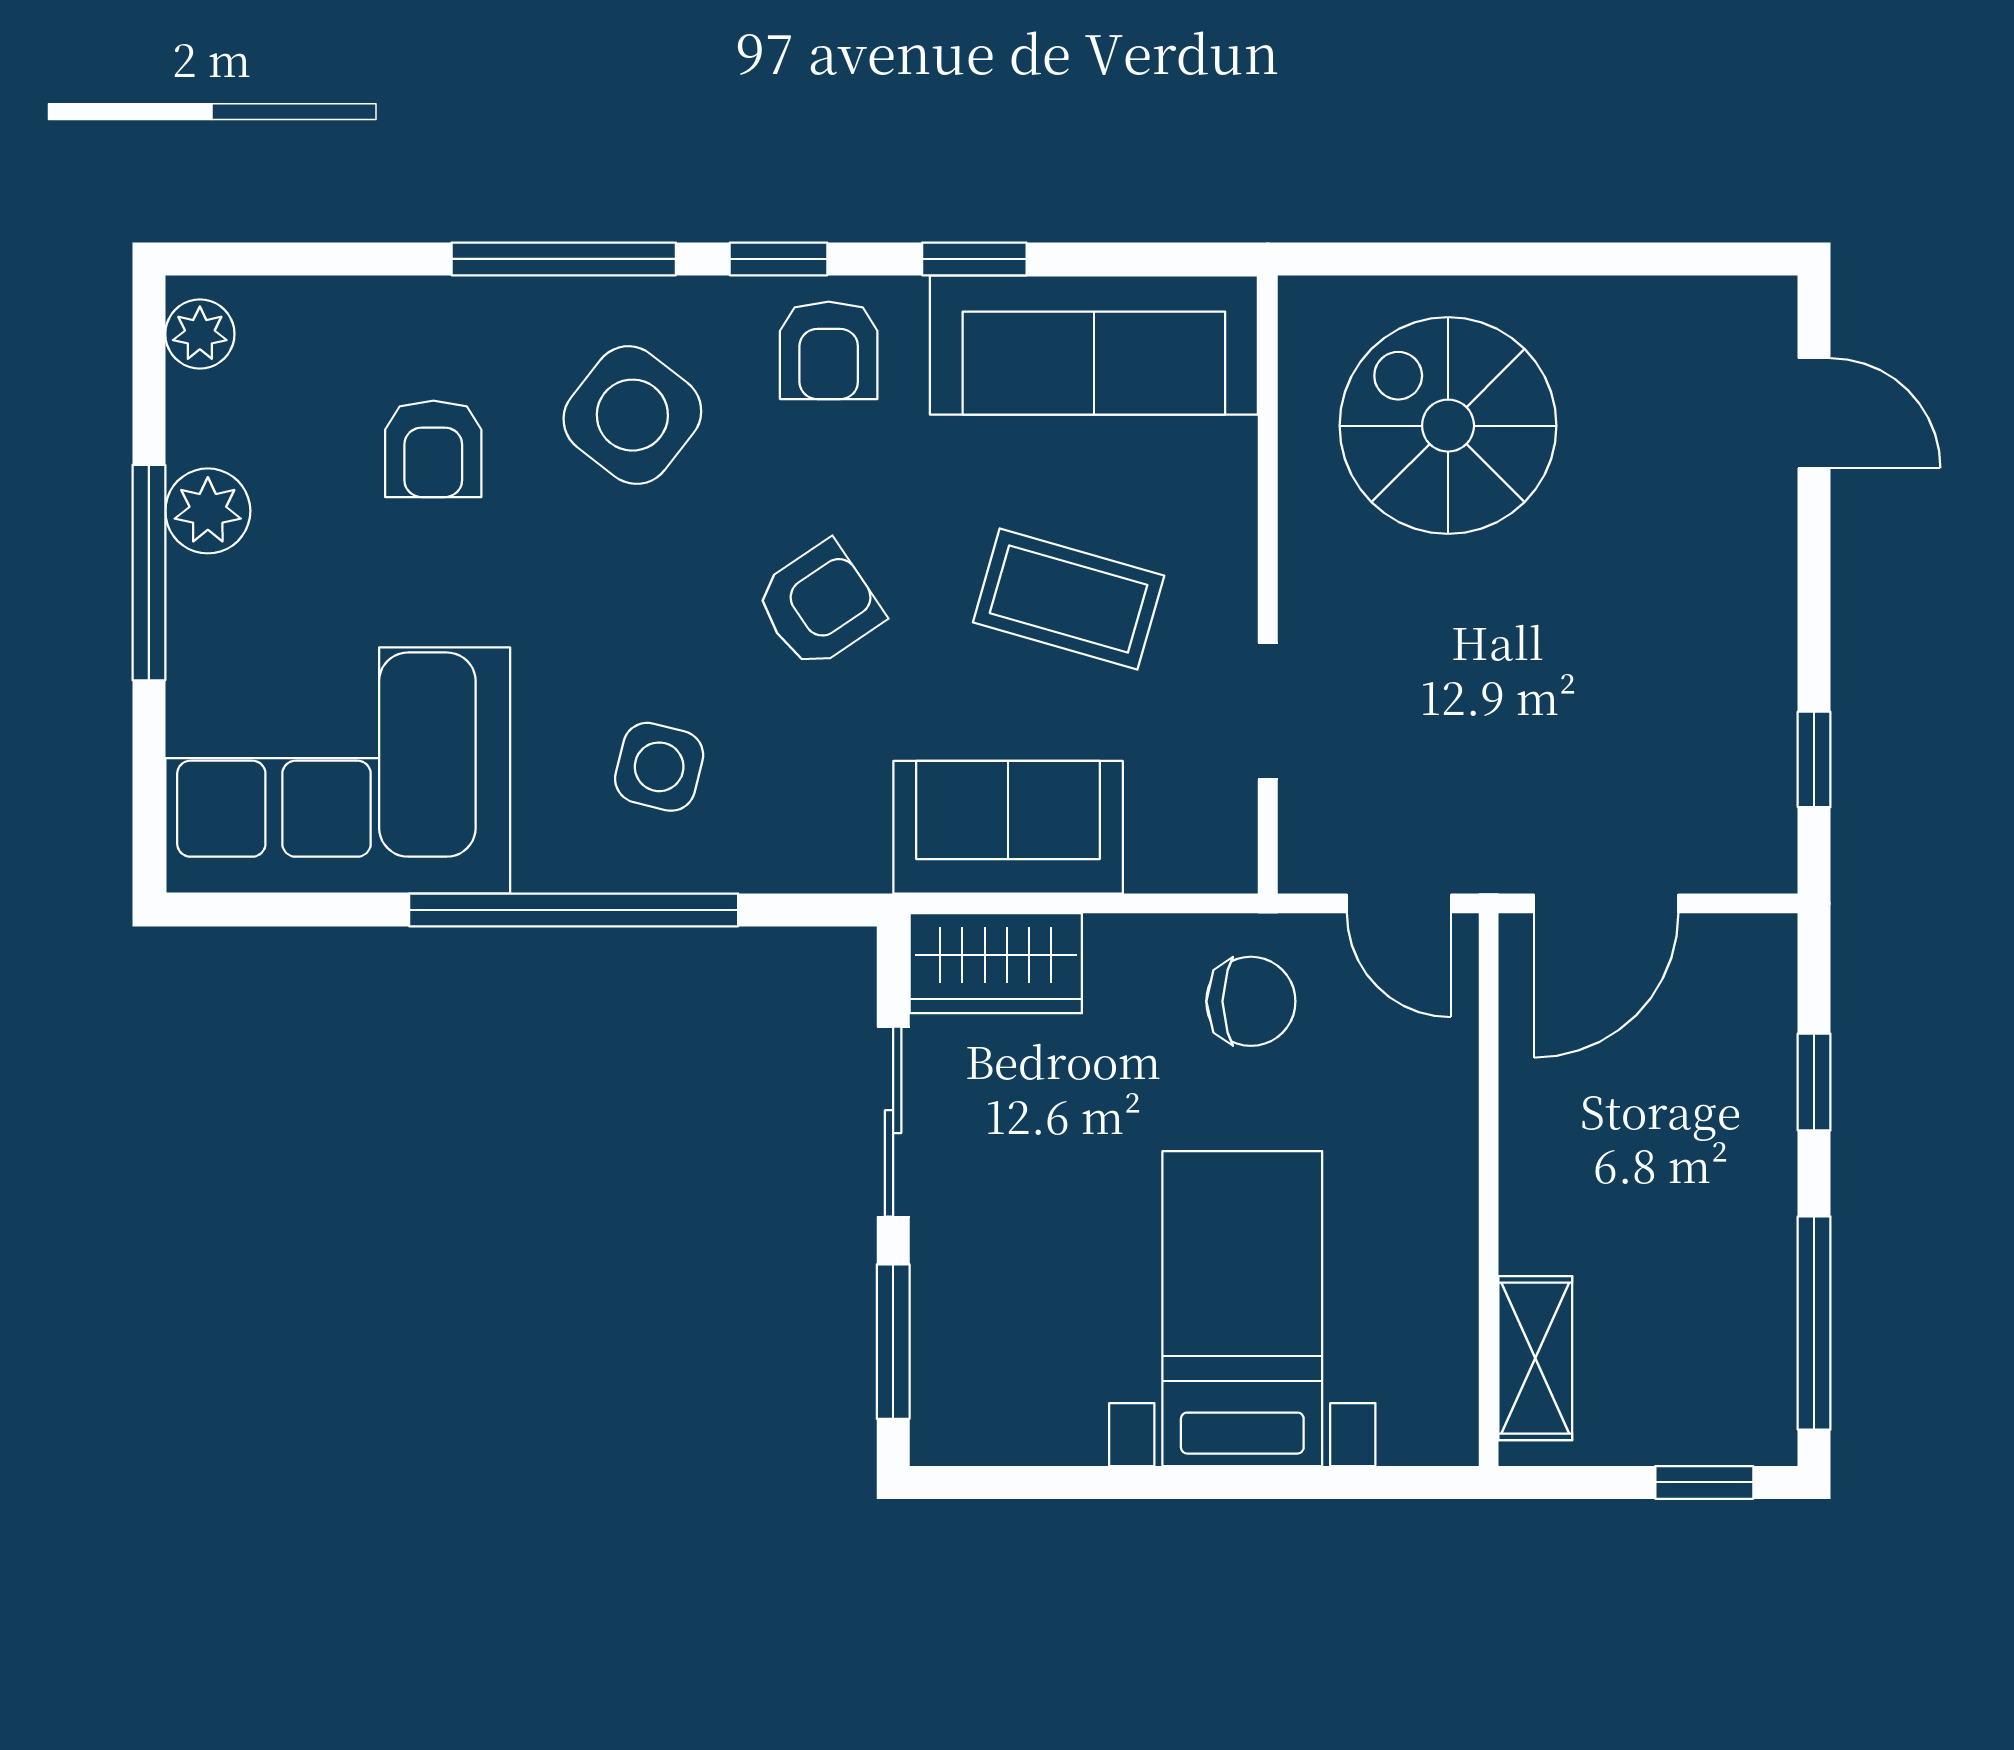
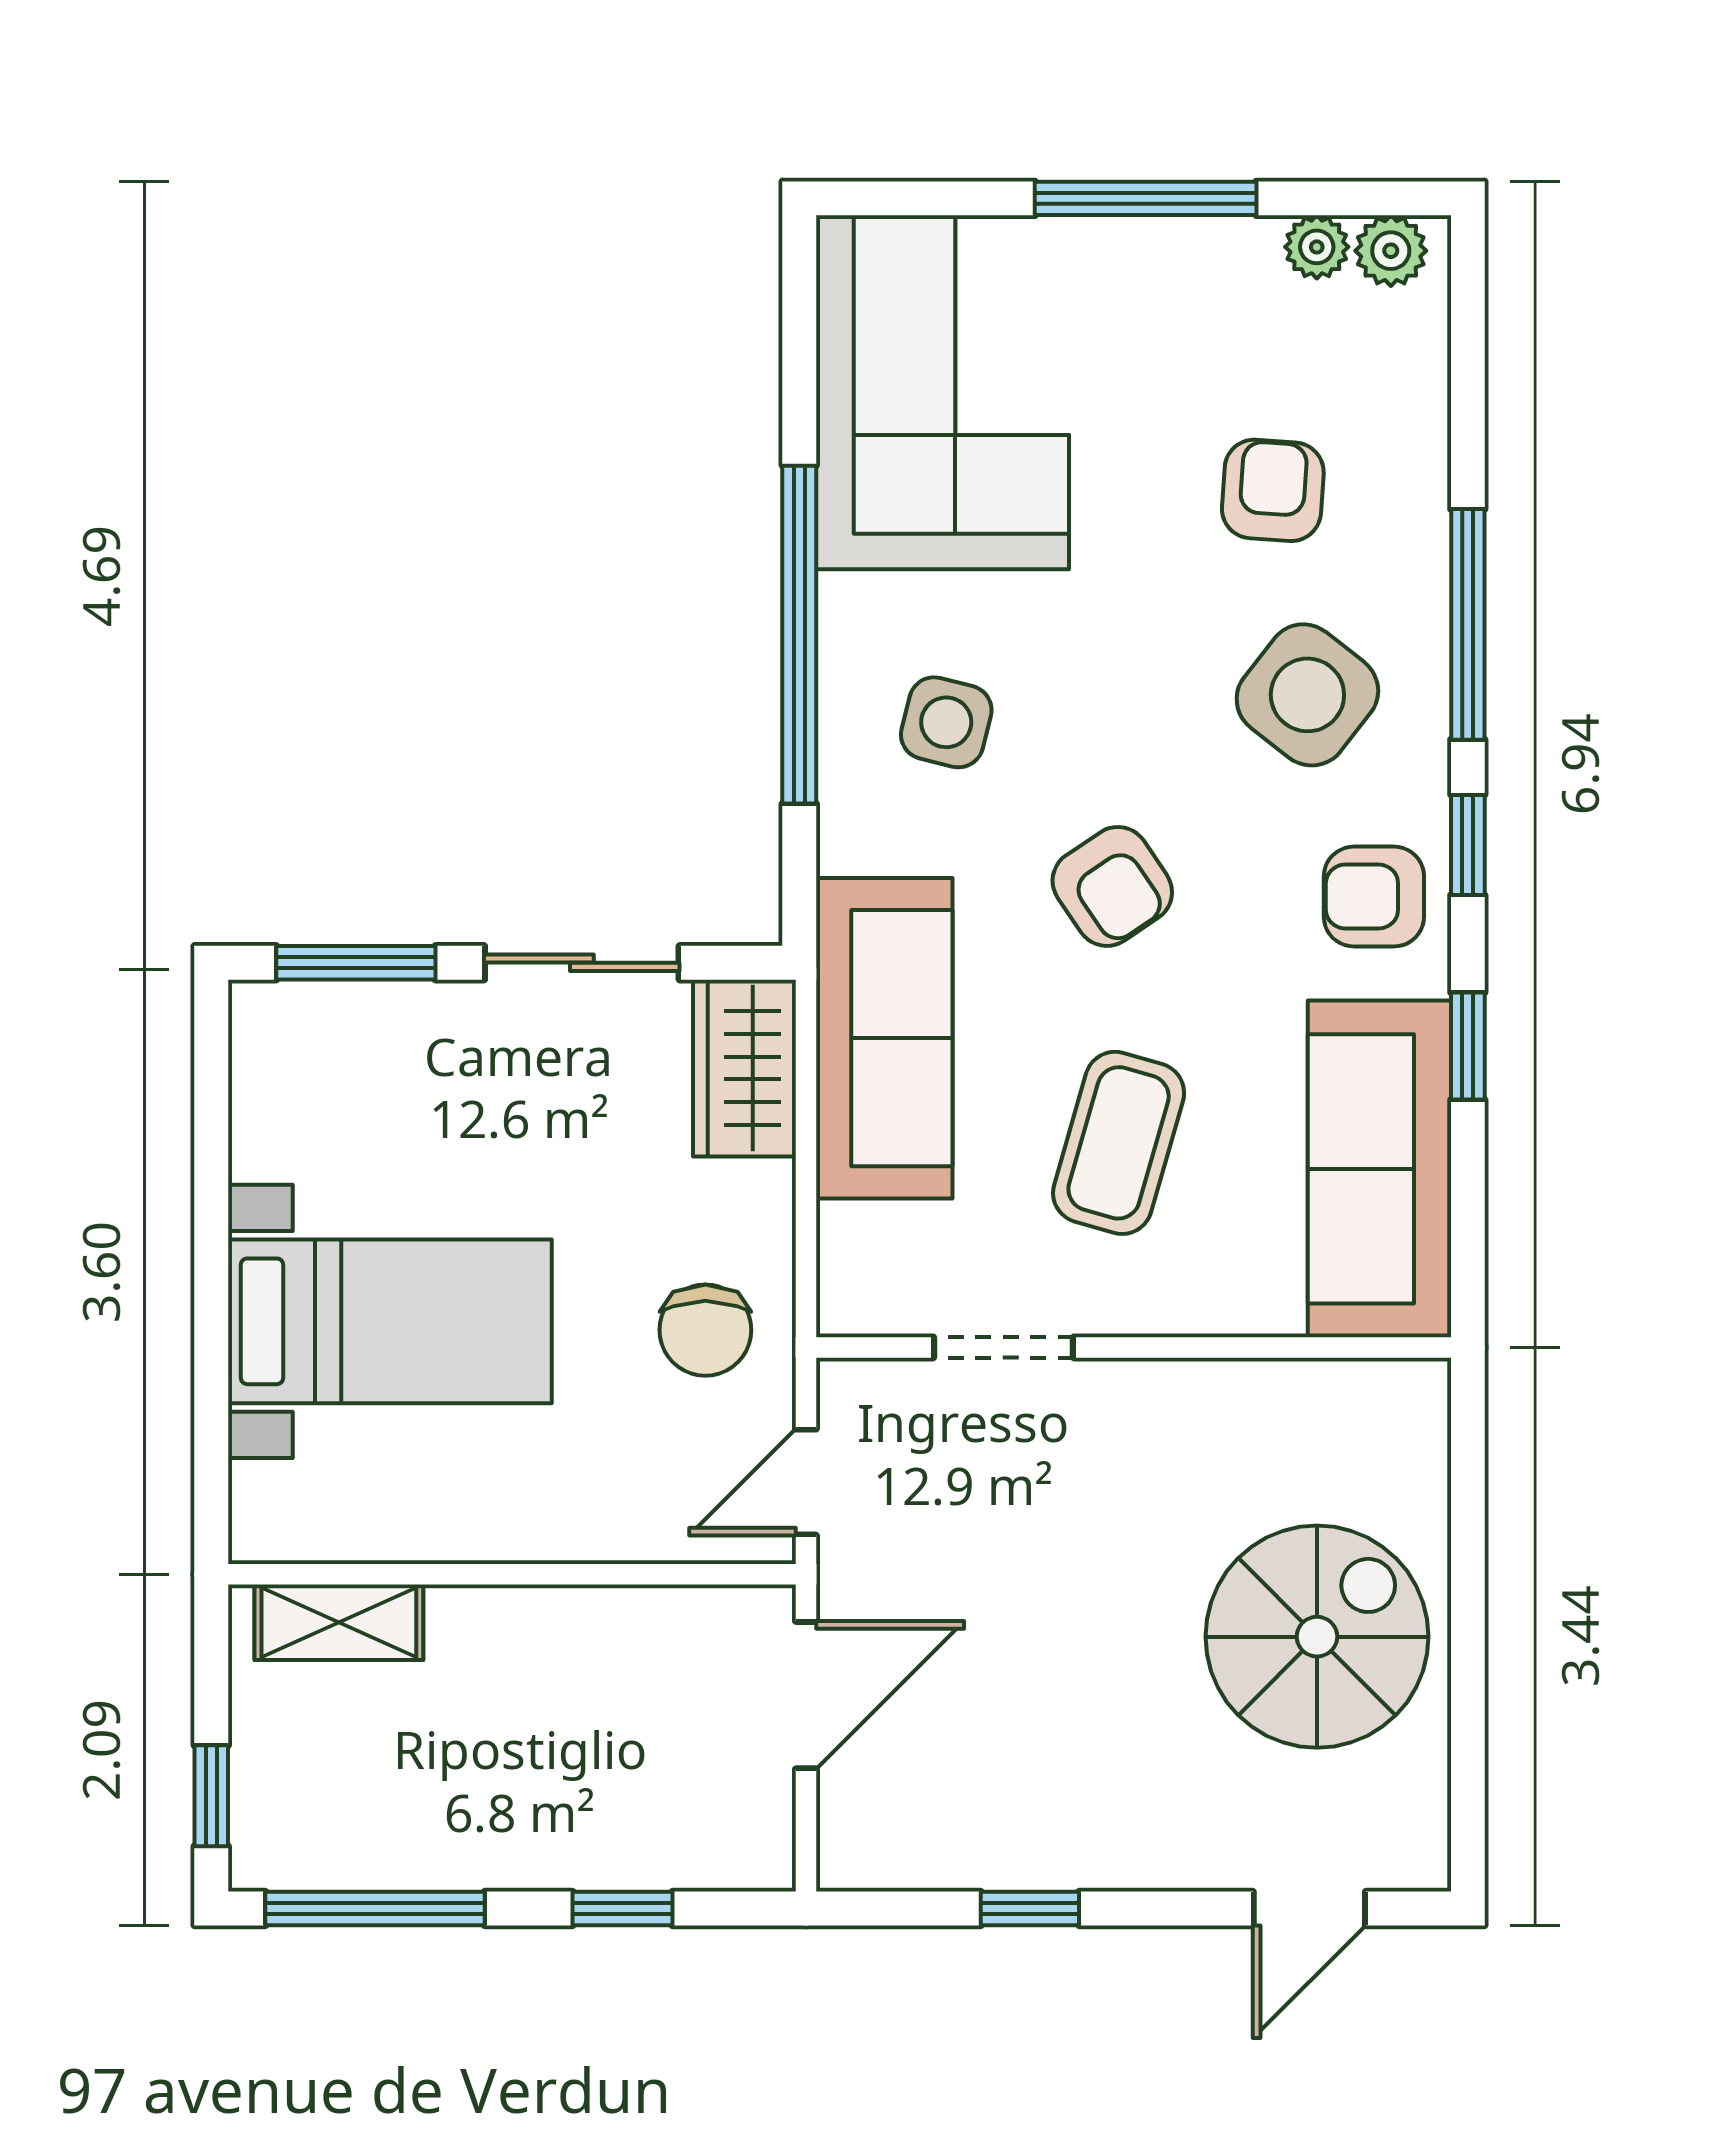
spiral stairs: (1448, 426) -> (1317, 1637), moved
armchair: (433, 449) -> (1273, 490), turned 94
plant: (208, 511) -> (1317, 247), moved, width x0.73, depth x0.73
window: (1814, 759) -> (1030, 1909), moved
sofa: (1008, 827) -> (884, 1038), width x1.36
door: (1606, 903) -> (806, 1695), swing flipped

